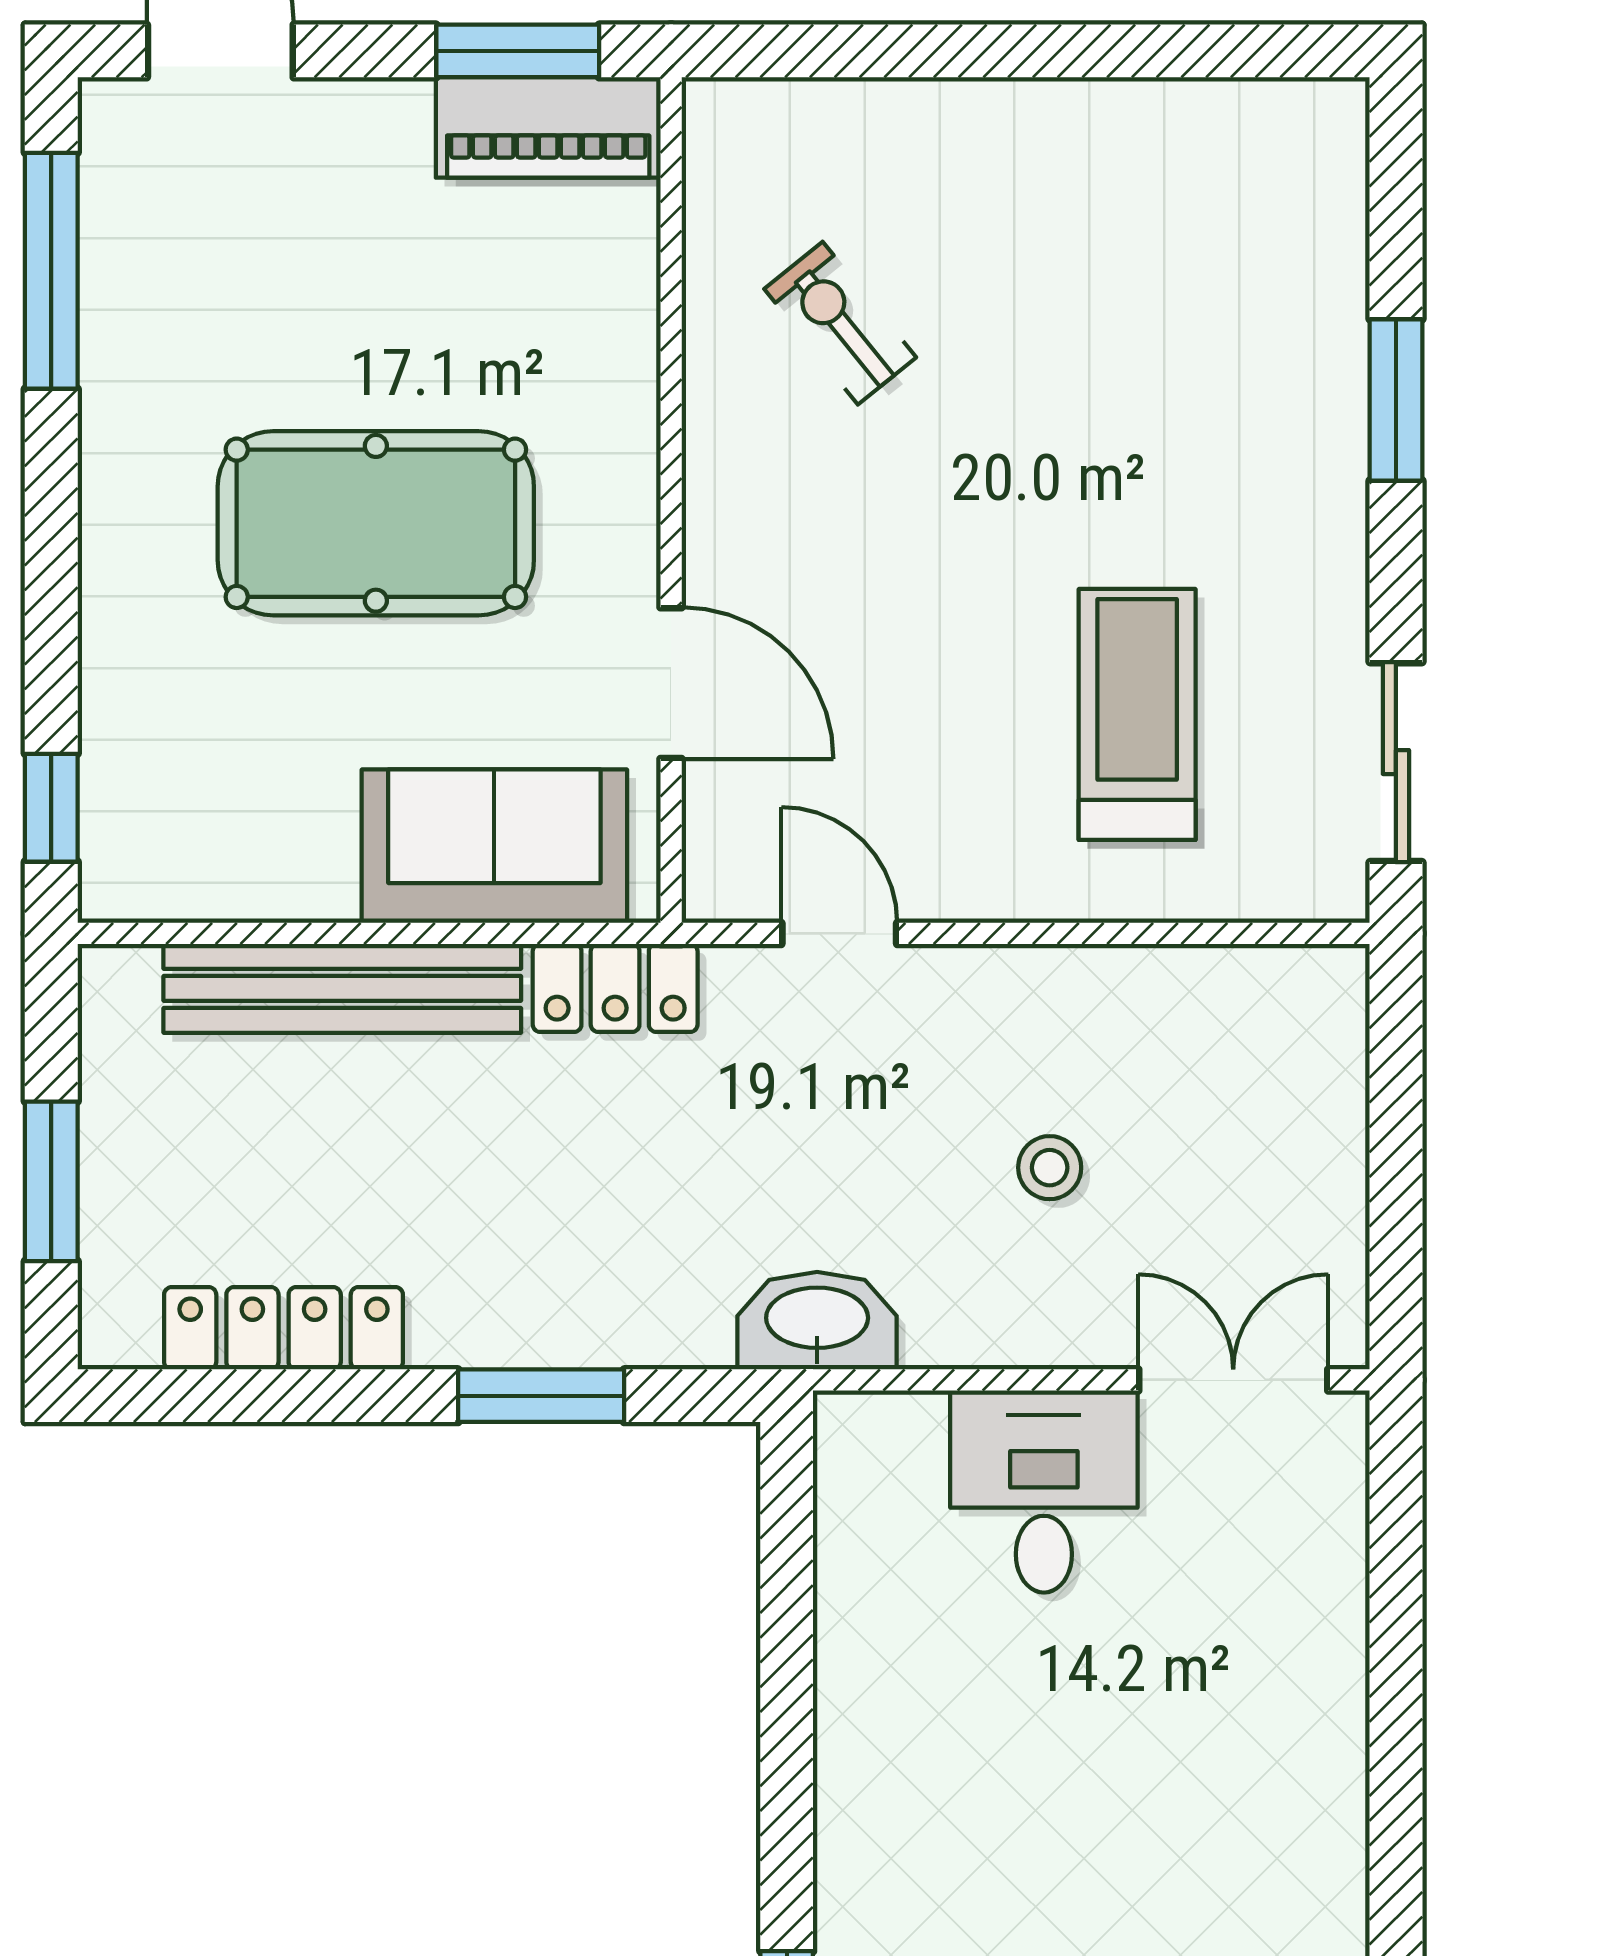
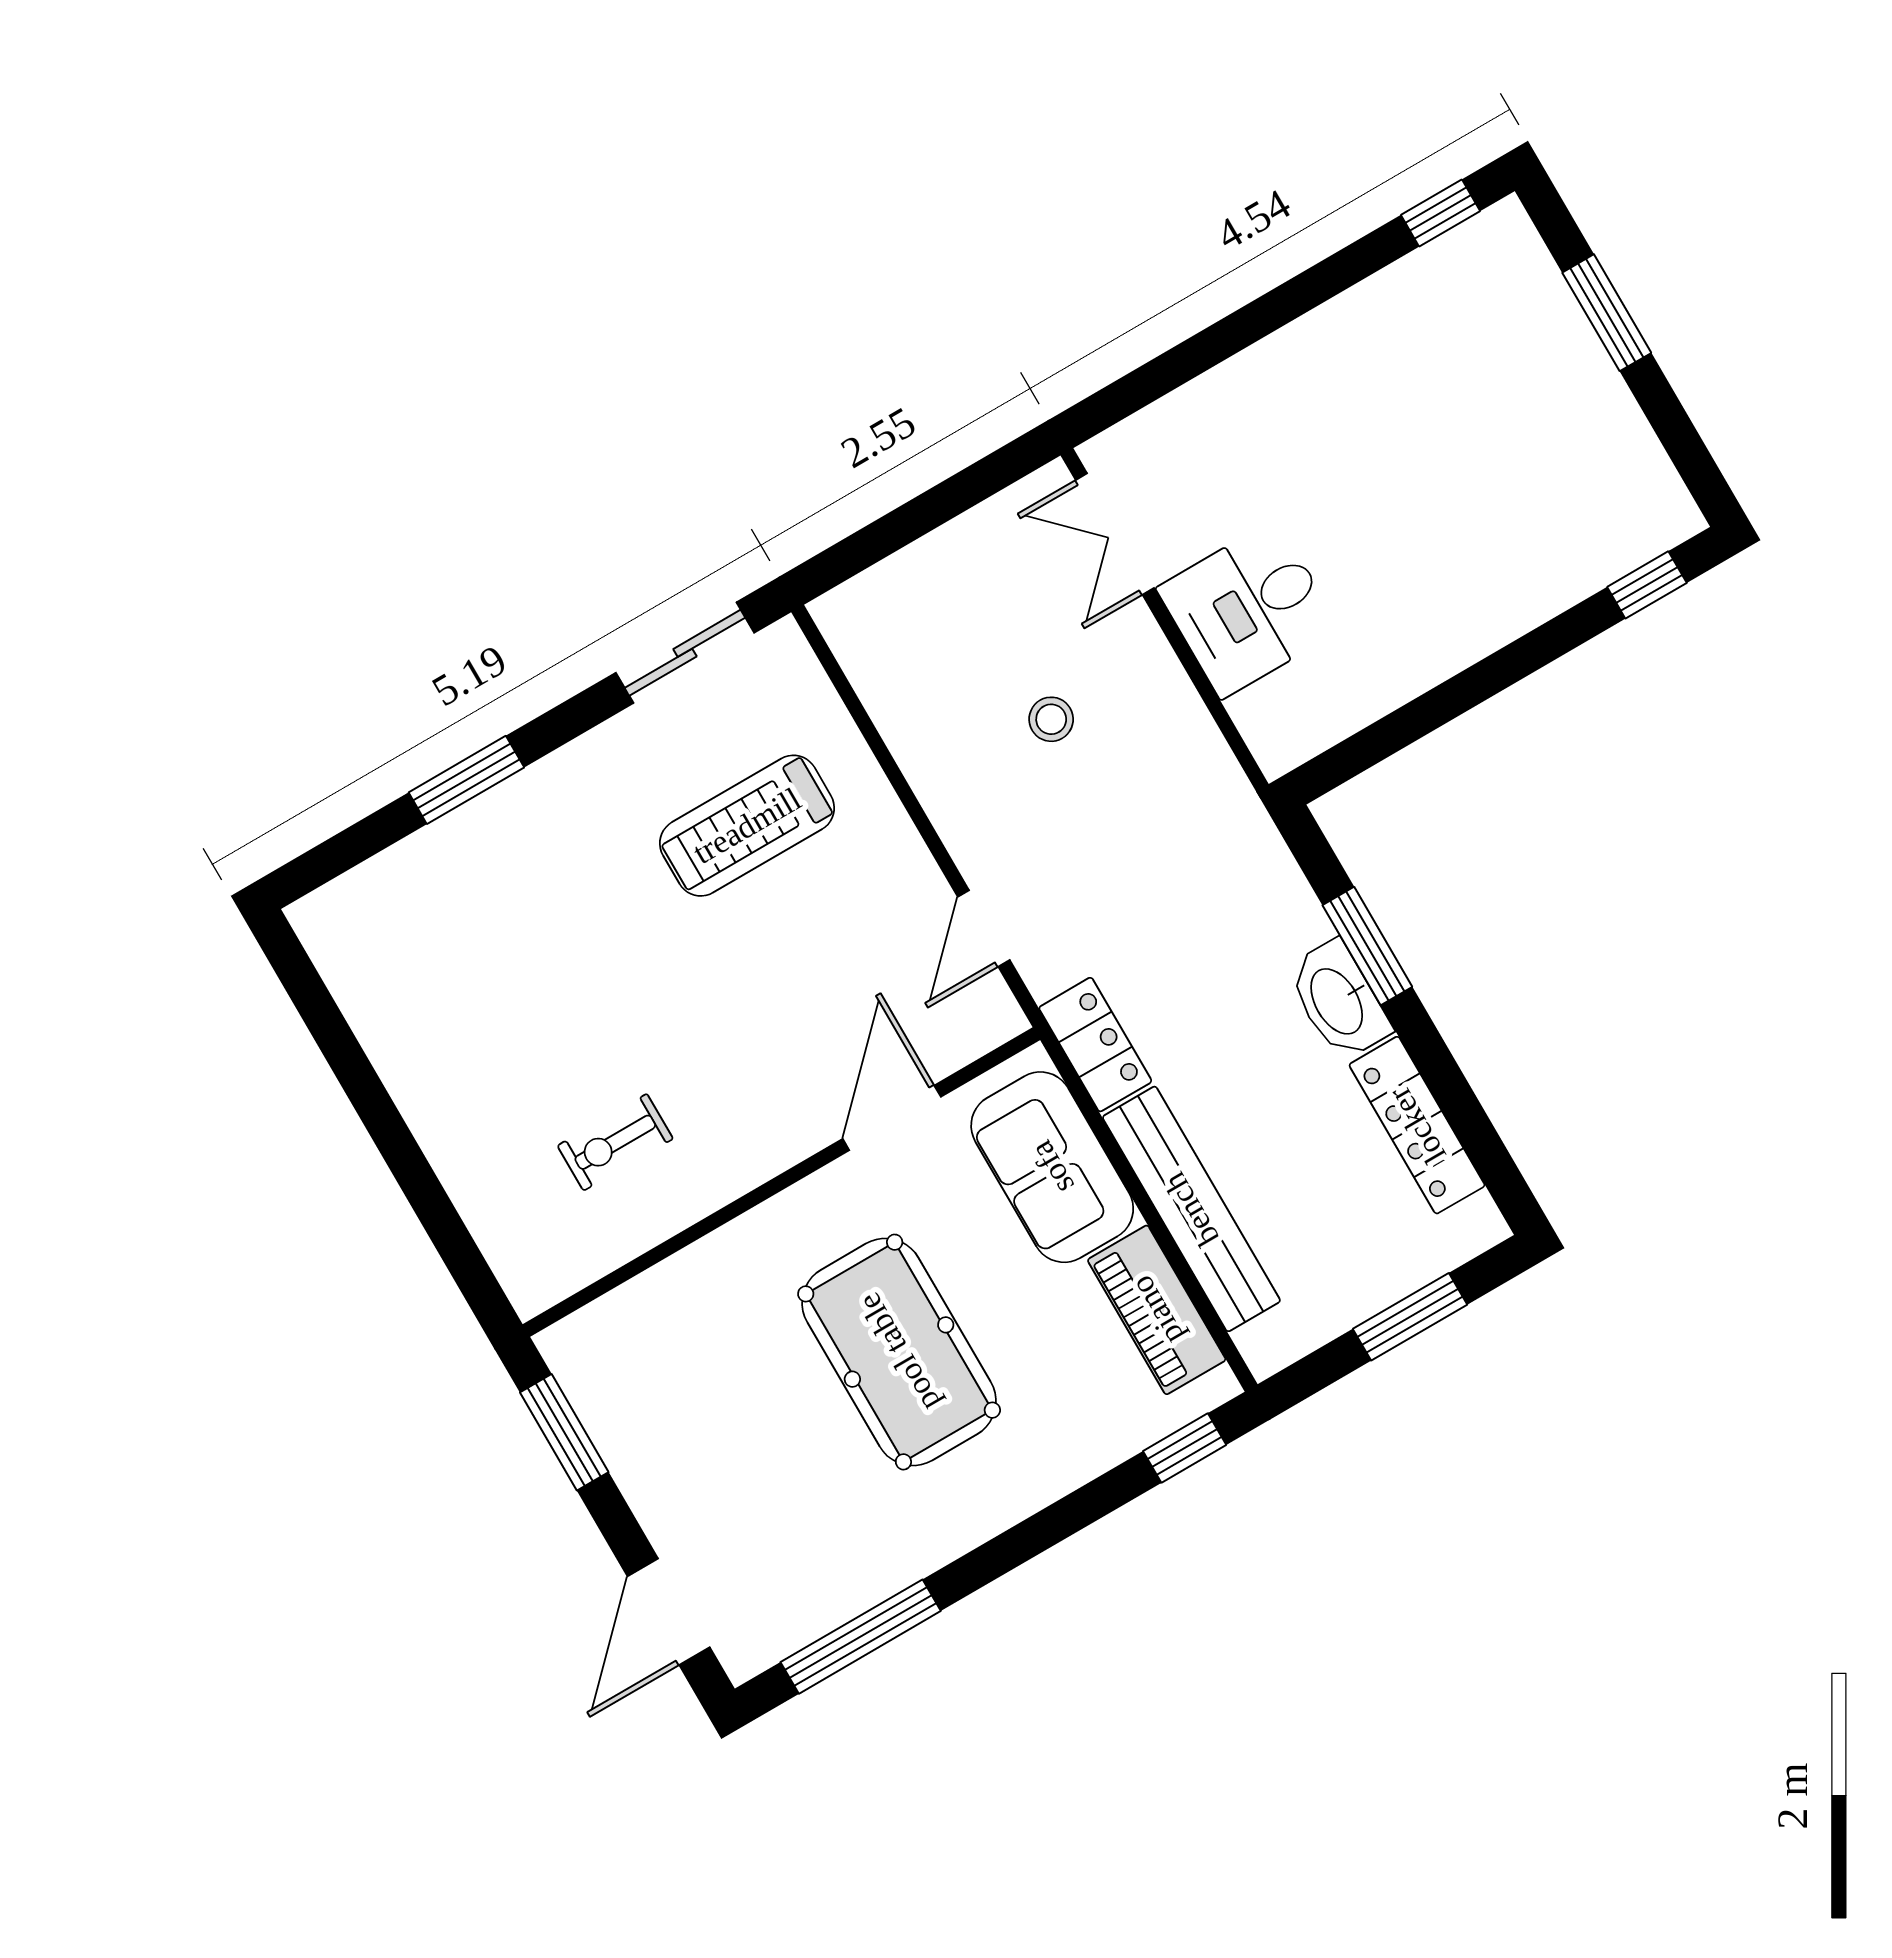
piano: (548, 127) -> (1157, 1310), moved, turned 180
exercise bike: (840, 323) -> (615, 1142), turned 39
washbasin: (817, 1321) -> (1338, 1000), moved

